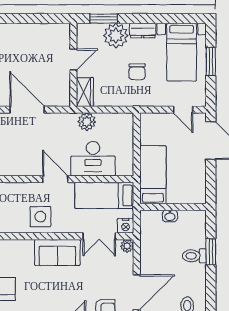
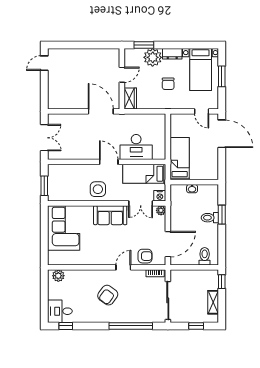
door: (27, 110) -> (101, 111), moved
plant: (87, 122) -> (132, 120), removed

